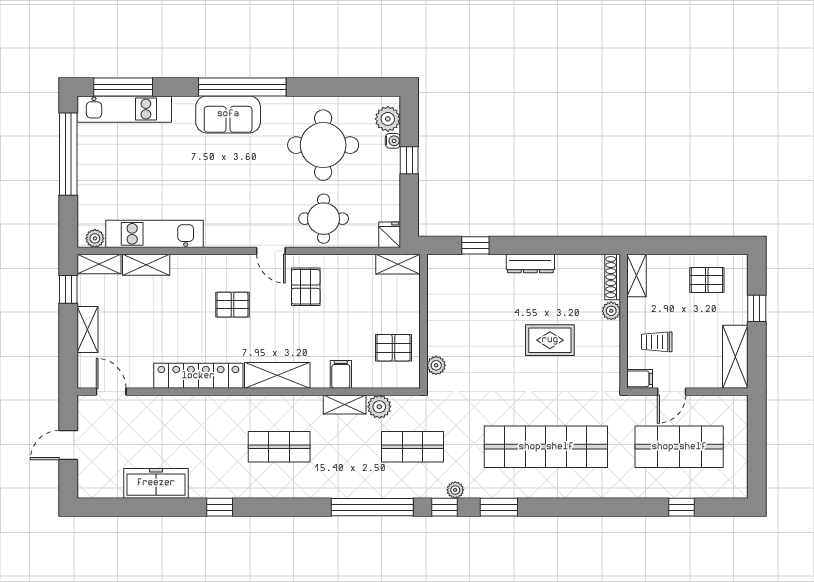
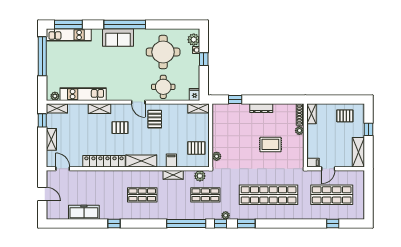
shelving: (146, 265) -> (100, 109), moved
trolley: (657, 342) -> (321, 145), removed
plant: (379, 407) -> (200, 176), moved
door: (68, 445) -> (42, 194), swing flipped

